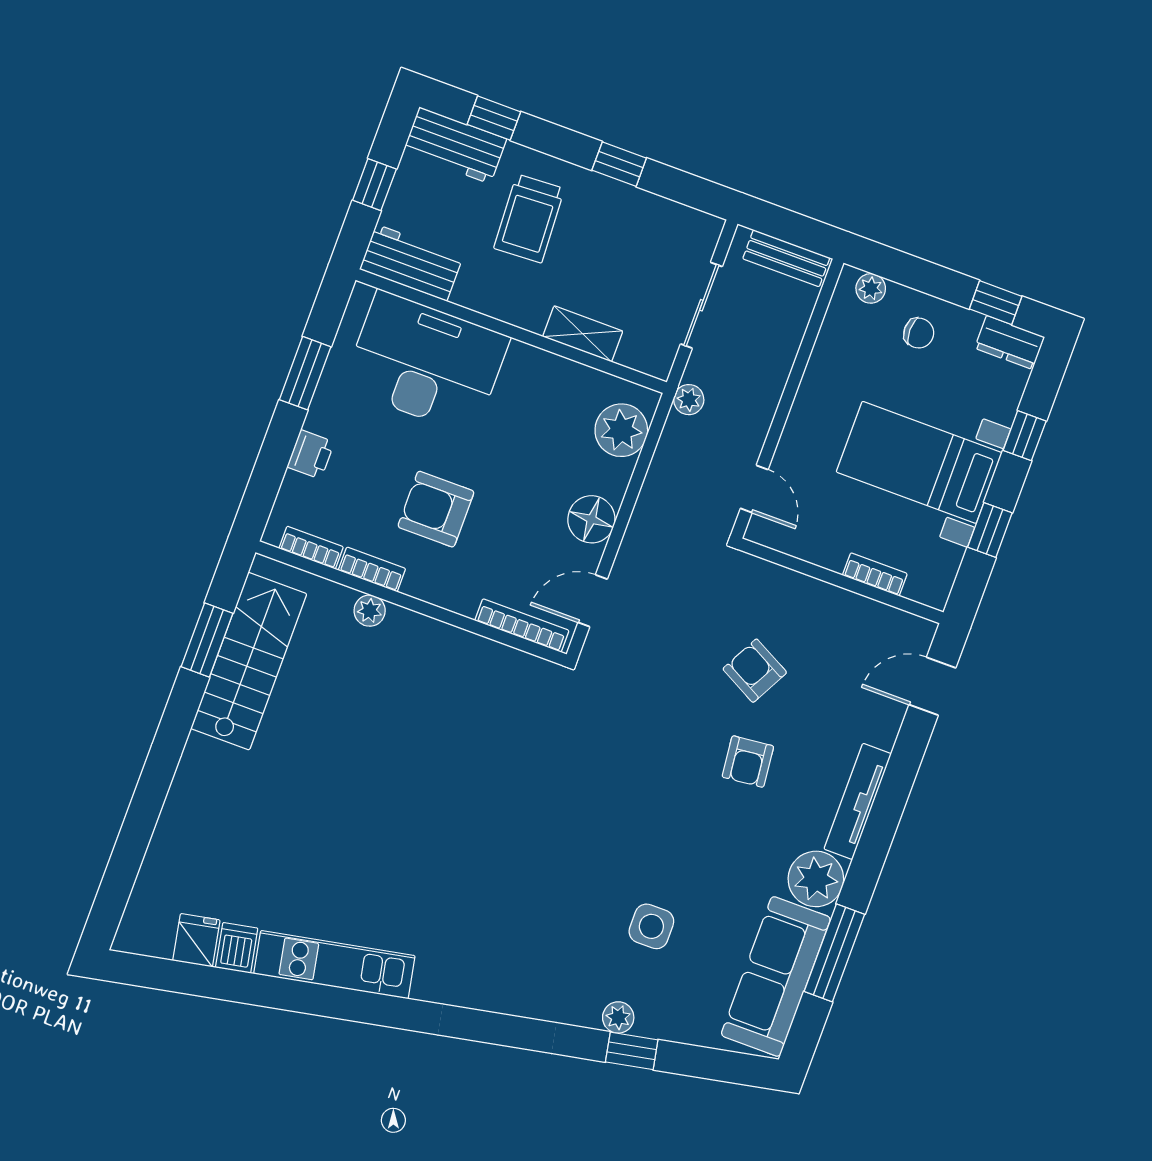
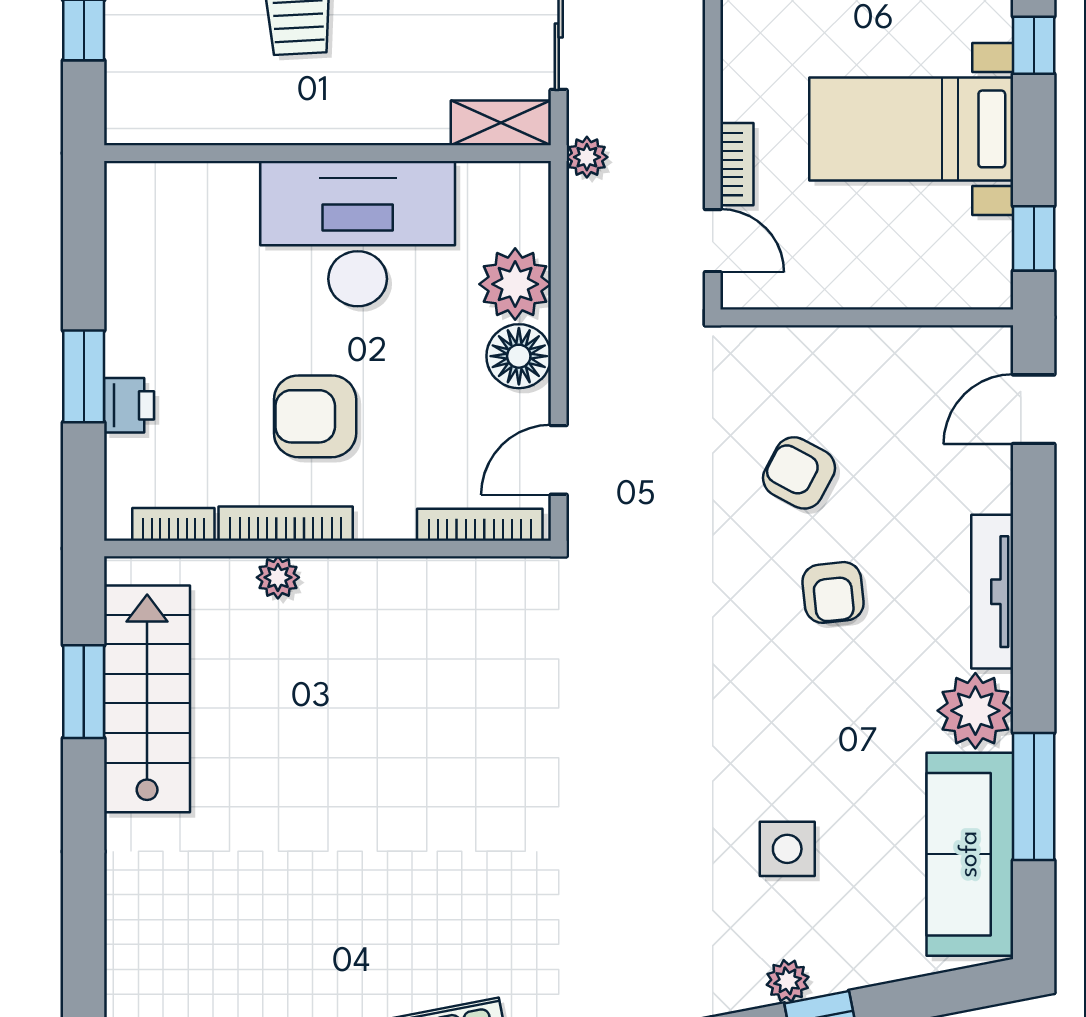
workbench: (411, 263) -> (168, 113), removed
shelving: (583, 334) -> (501, 123), moved
desk: (426, 363) -> (358, 234), moved
window: (305, 373) -> (84, 376), moved
plant: (621, 430) -> (515, 284), moved
window: (990, 530) -> (1034, 238), moved
bookcase: (372, 569) -> (286, 524), width x1.56
bookcase: (875, 574) -> (737, 164), moved, turned 90

